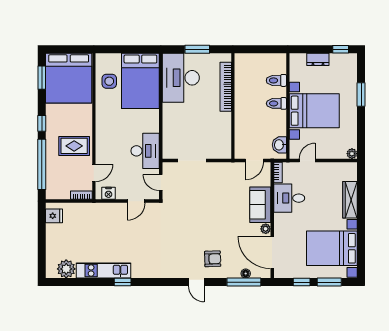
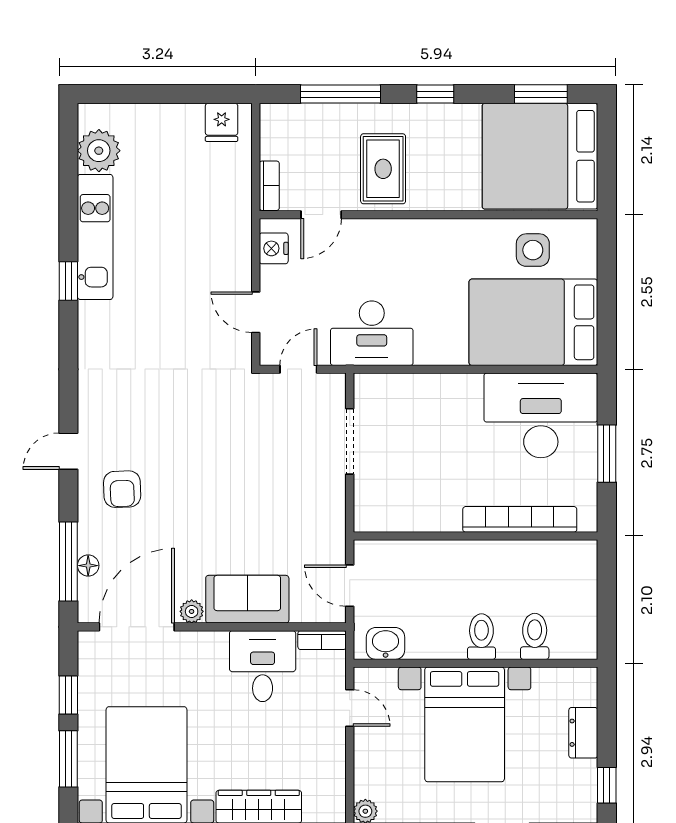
window: (42, 164) -> (341, 94), width x0.68
door: (94, 173) -> (321, 215), hinge flipped

